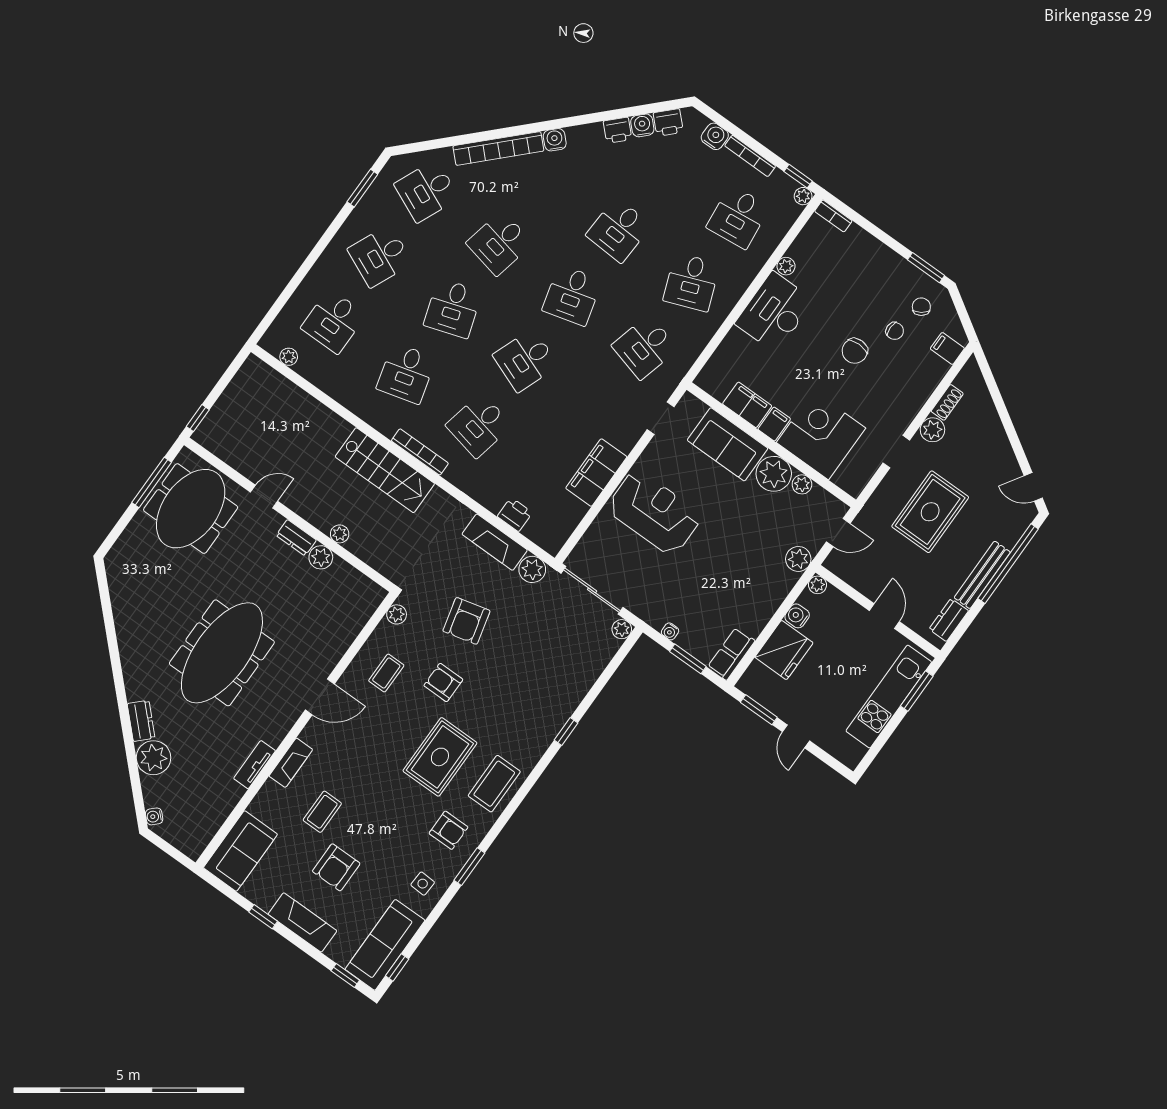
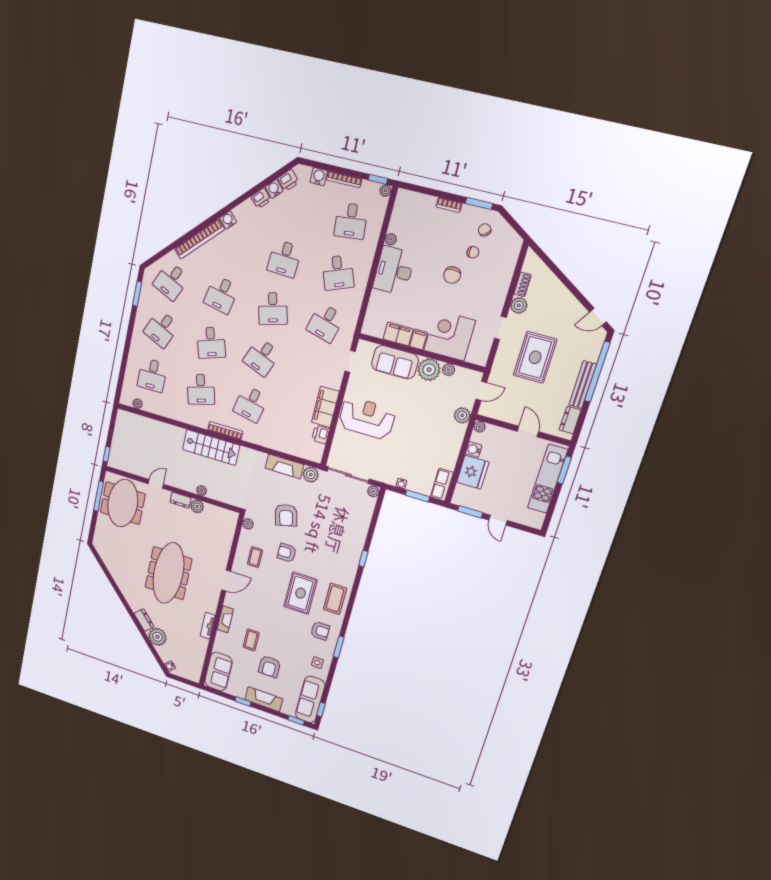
bookcase: (833, 216) -> (449, 205), moved
filing cabinet: (947, 348) -> (511, 250), removed
printer: (515, 514) -> (321, 434), moved, turned -90

